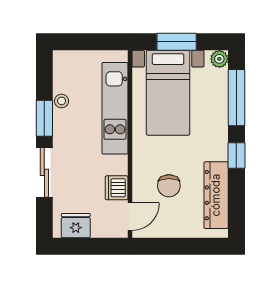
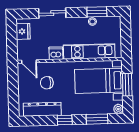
window: (236, 98) -> (97, 119), width x0.69
window: (44, 118) -> (97, 12), moved
dishwasher: (117, 188) -> (56, 53), moved

